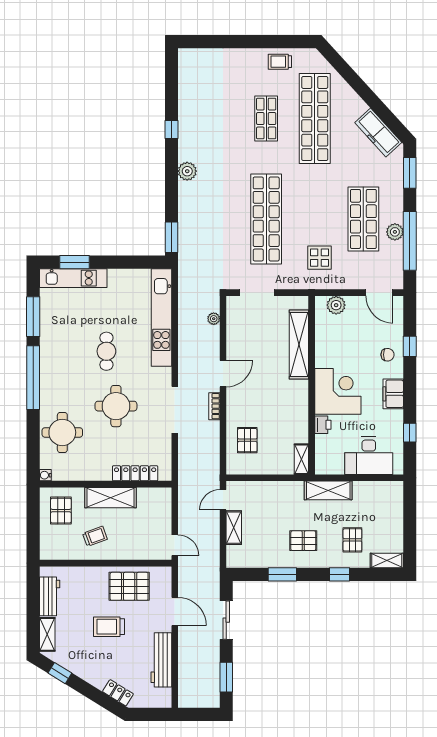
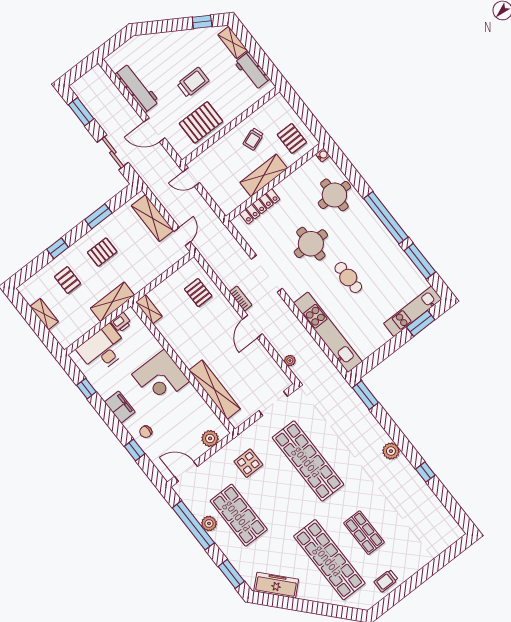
trolley: (280, 62) -> (386, 581), turned 180
printer: (323, 425) -> (121, 322), moved, turned -90
shelving: (234, 528) -> (152, 218), width x1.50, depth x1.33
shelving: (387, 560) -> (44, 314), moved, turned 90
locker: (118, 693) -> (150, 40), removed

